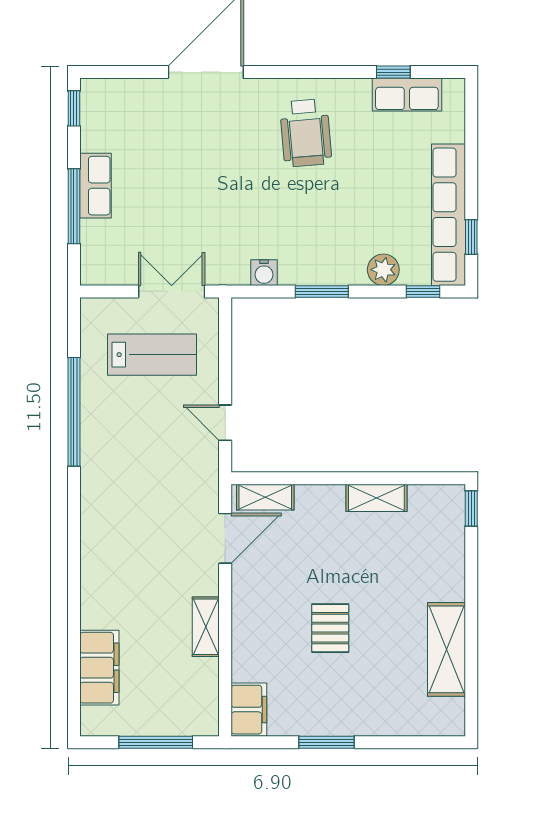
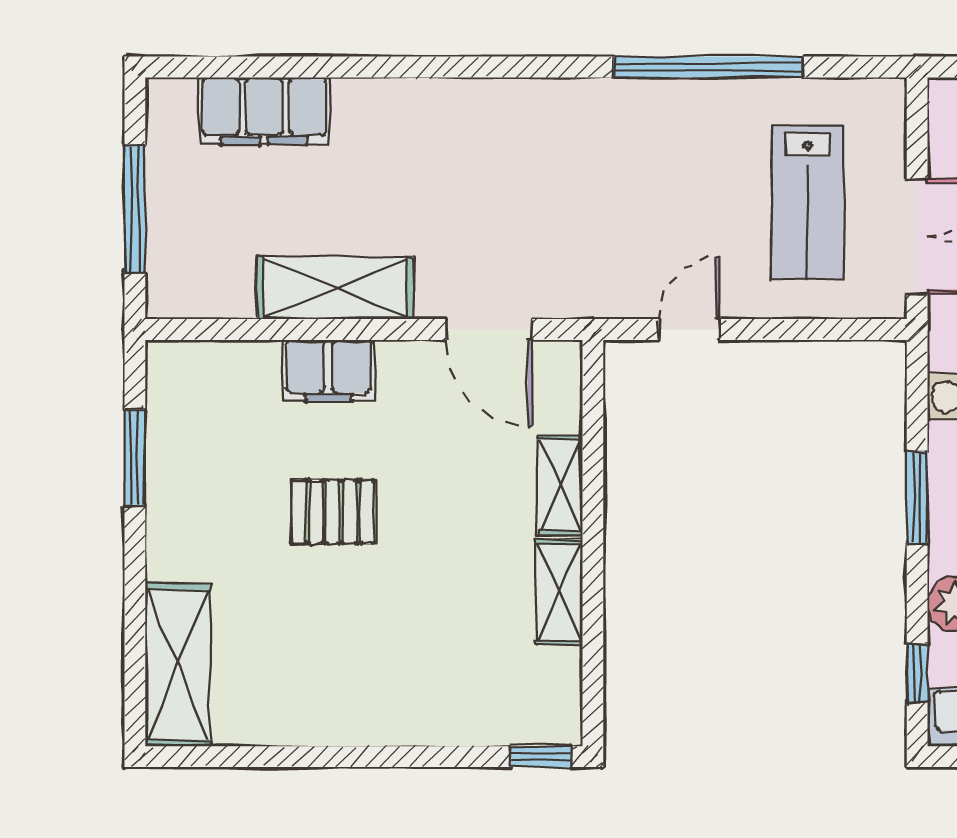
shelving: (265, 497) -> (560, 485), moved
shelving: (206, 627) -> (335, 288), width x1.50, depth x1.33
shelving: (447, 649) -> (178, 665), moved, turned 90
filing cabinet: (249, 710) -> (329, 371), moved
window: (326, 742) -> (135, 458), moved

